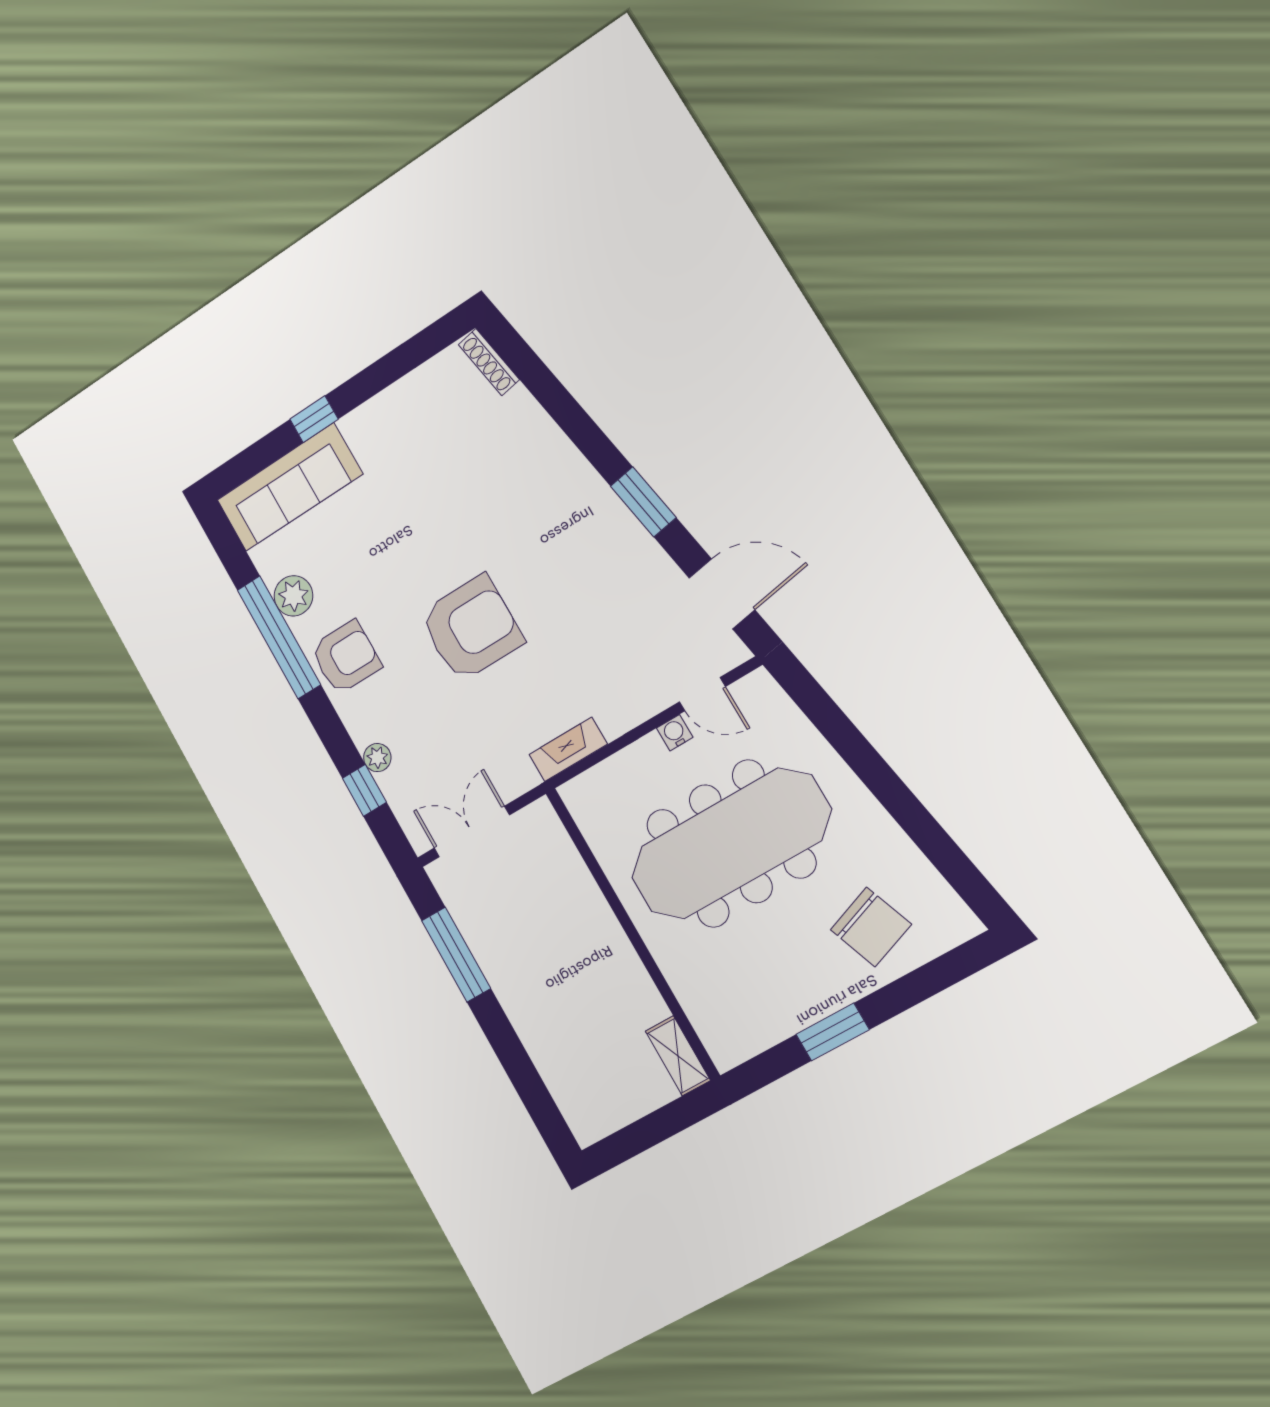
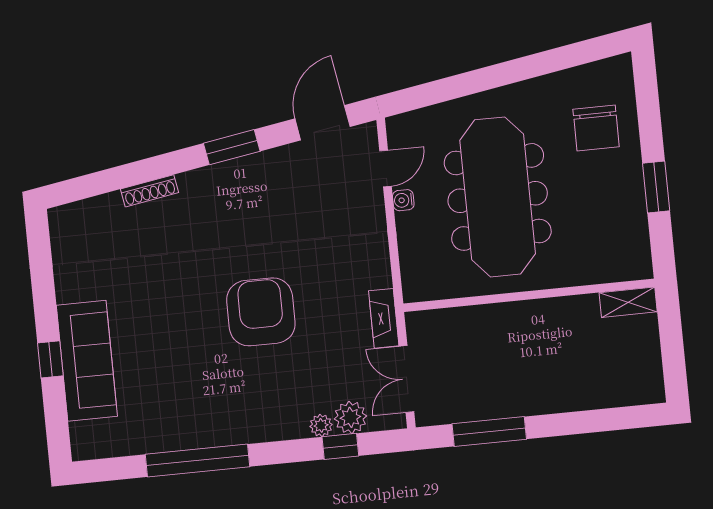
shoe rack: (489, 362) -> (149, 191), moved
sofa: (290, 487) -> (87, 361), moved
plant: (293, 596) -> (350, 417), moved
armchair: (346, 657) -> (237, 416), removed
fireplace: (568, 749) -> (384, 318), moved
chair: (871, 927) -> (596, 128), turned 110

